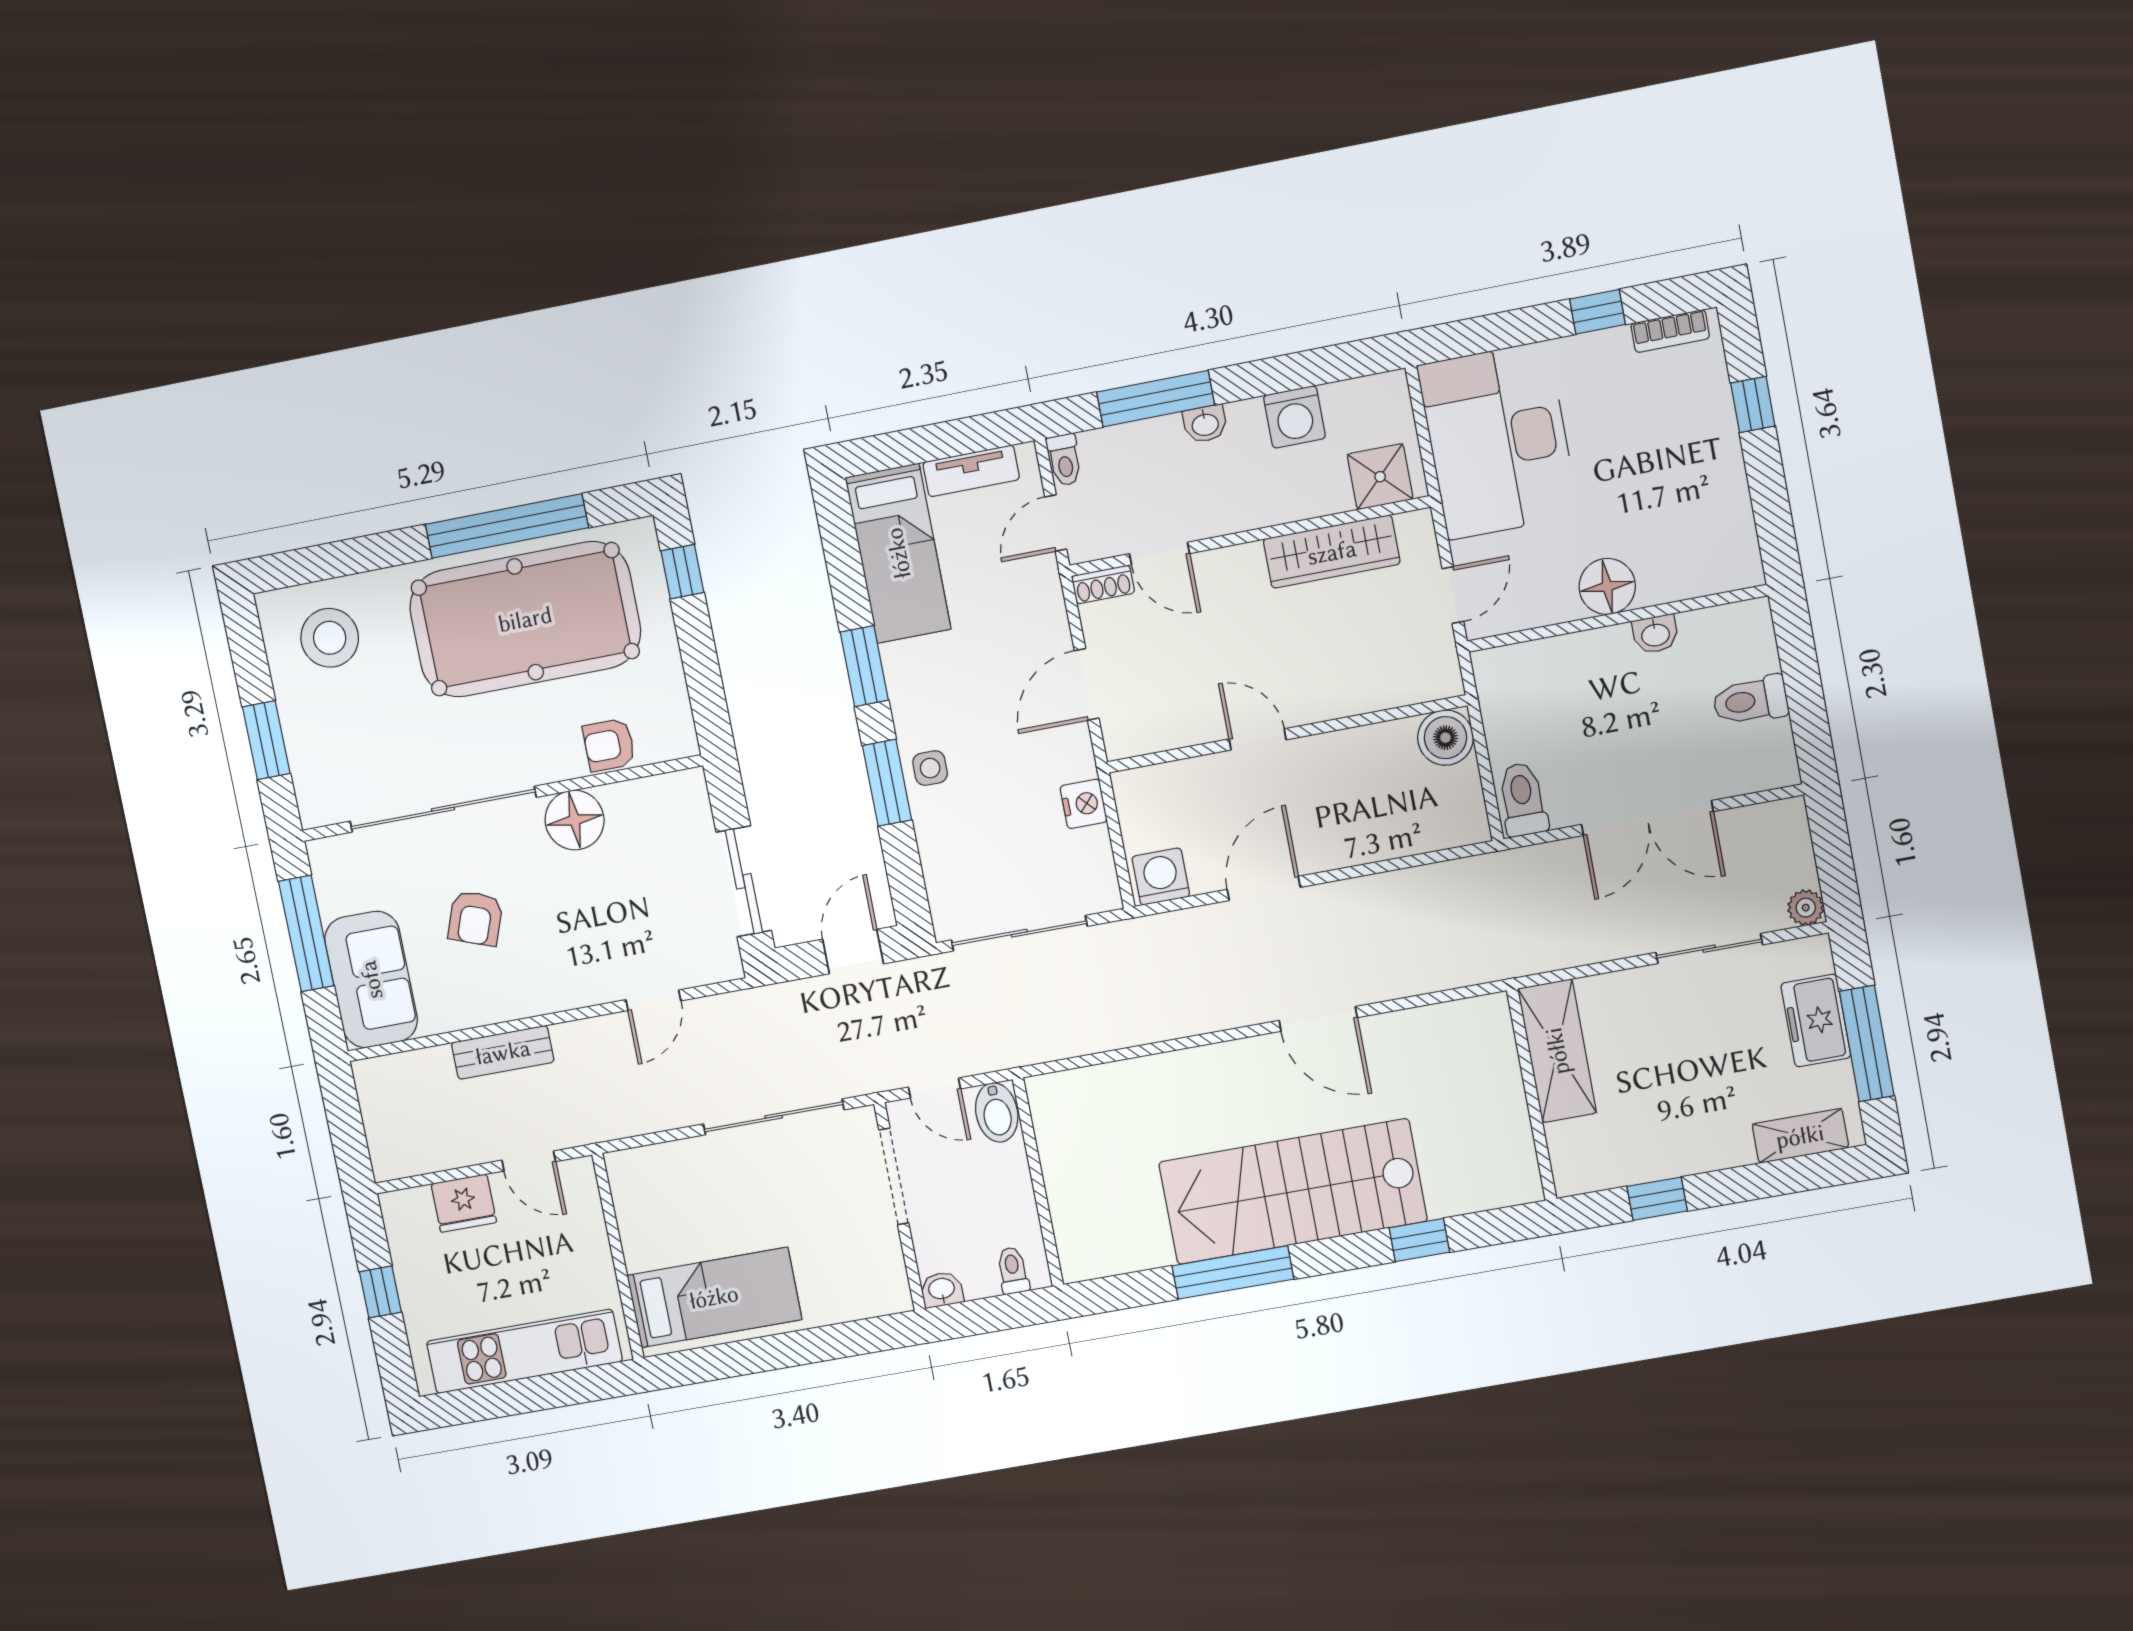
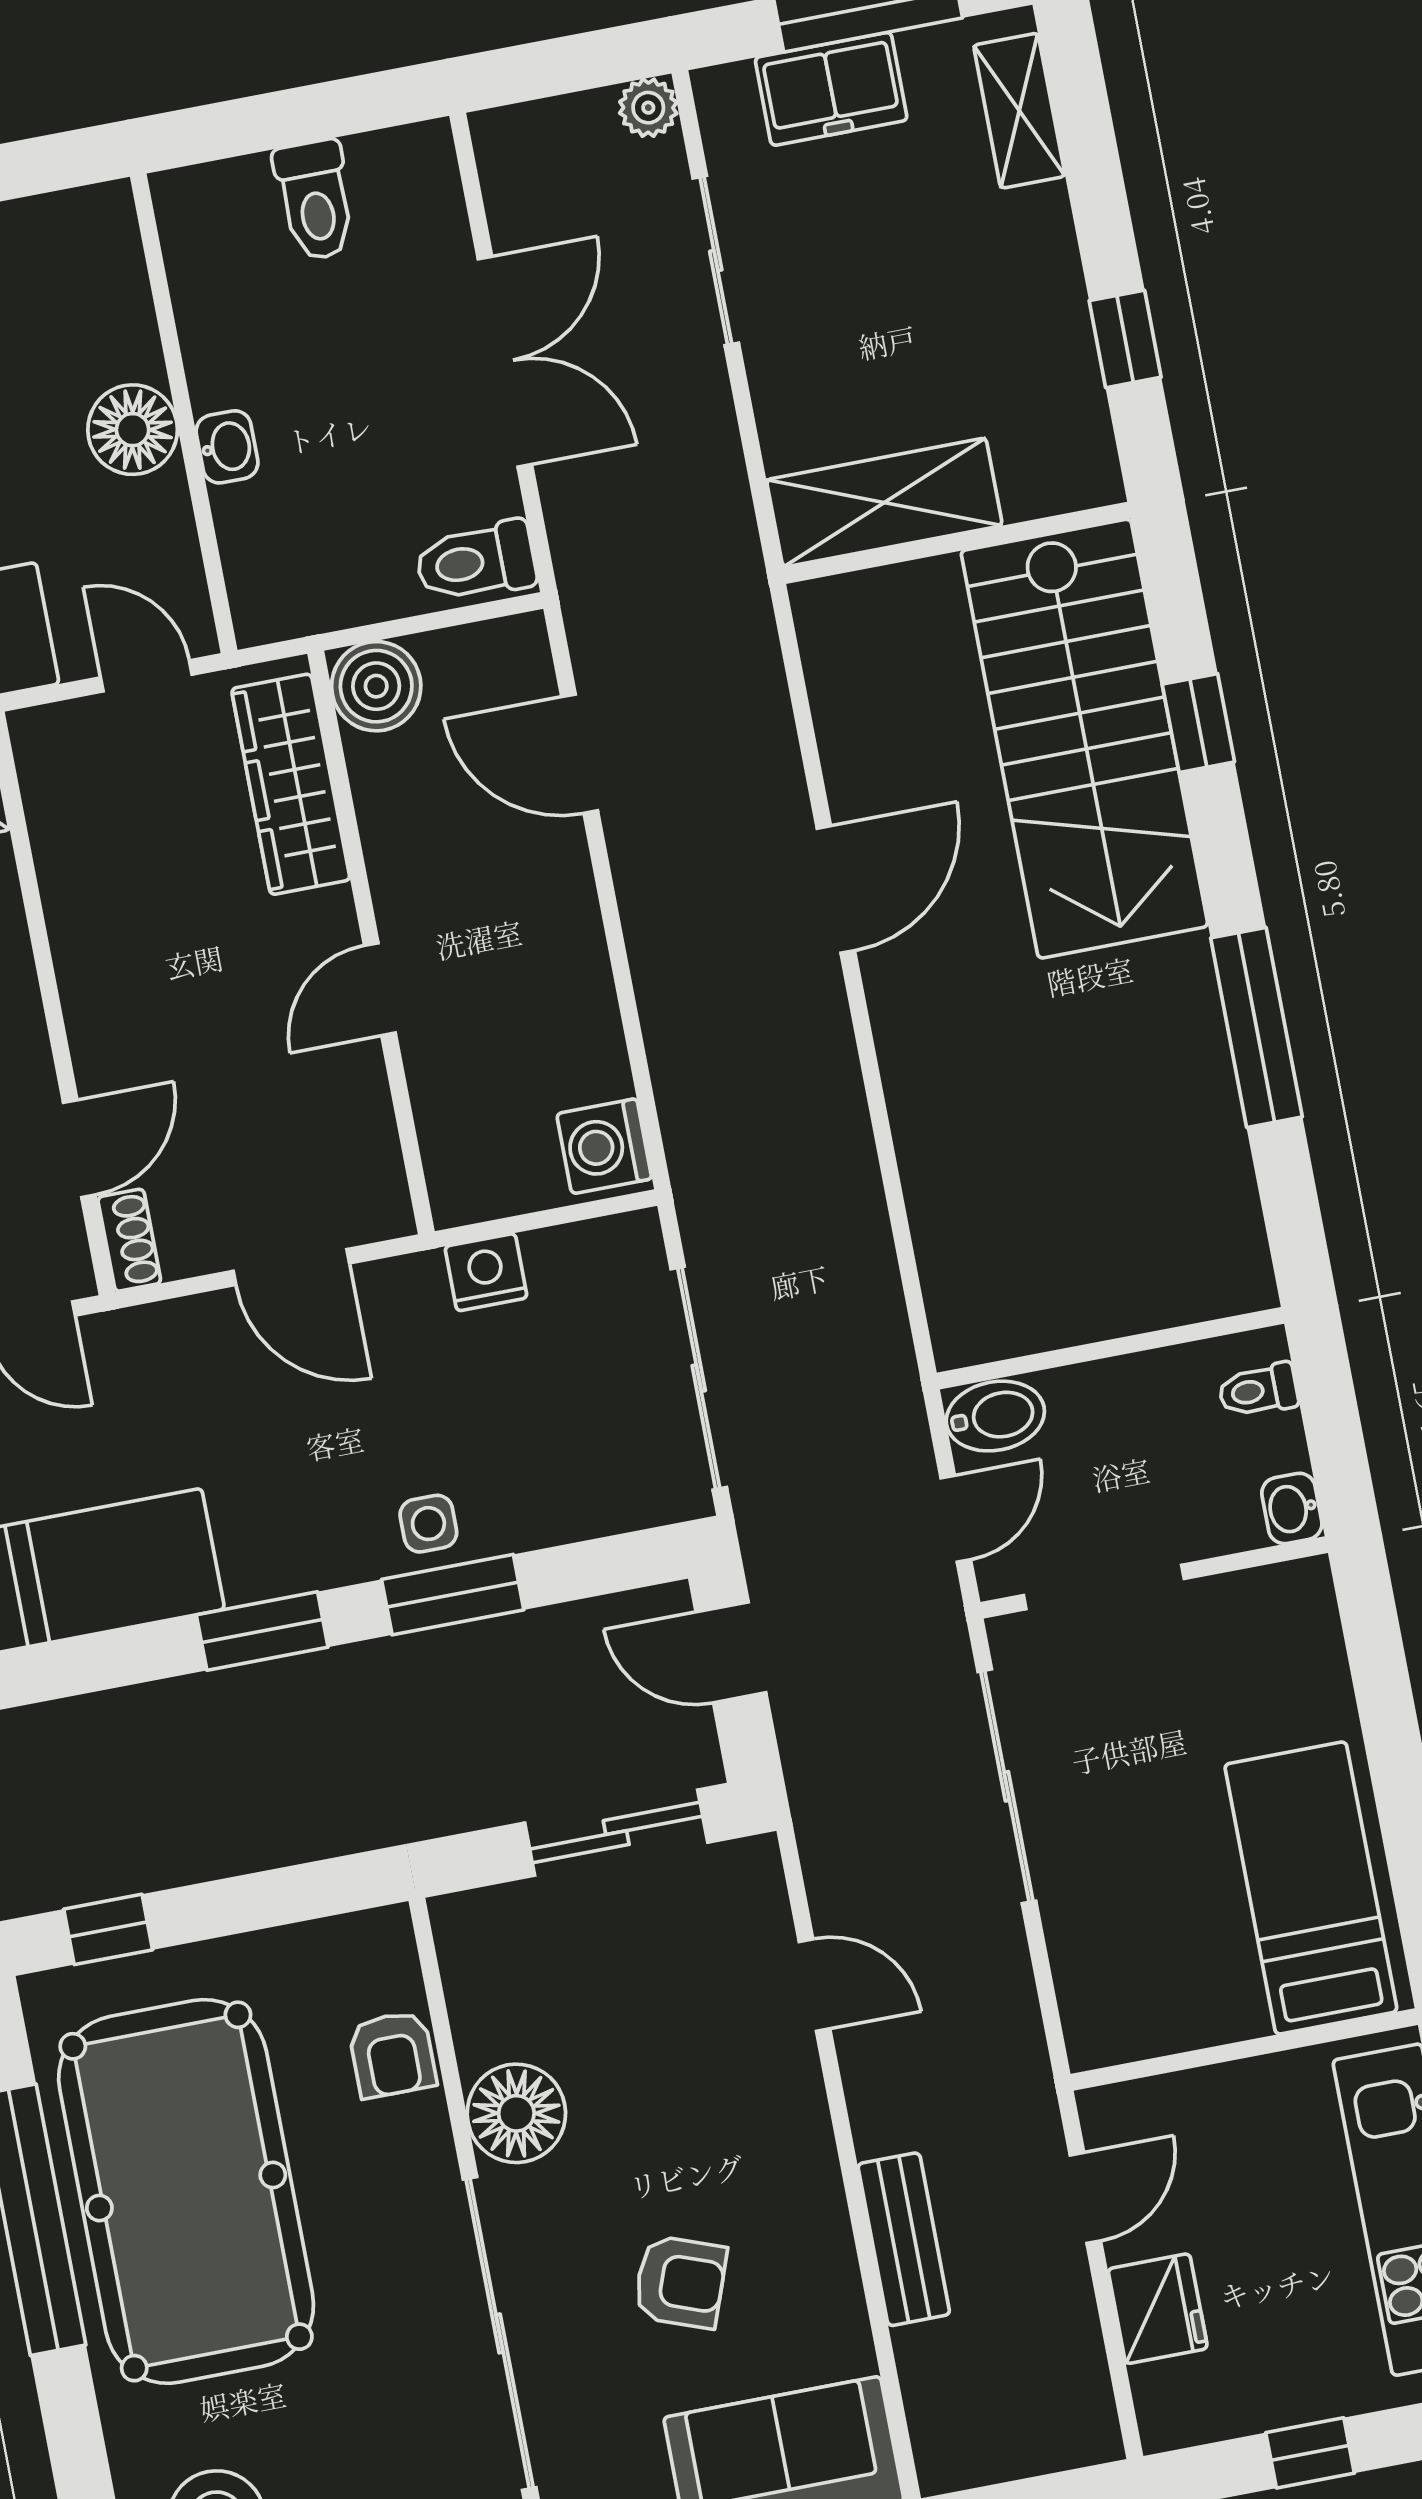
wardrobe: (1332, 552) -> (291, 784), moved, turned 180
washbasin: (1655, 634) -> (227, 447), moved
door: (1264, 888) -> (580, 754), moved
stairs: (1293, 1192) -> (1084, 739), moved

